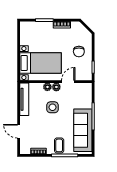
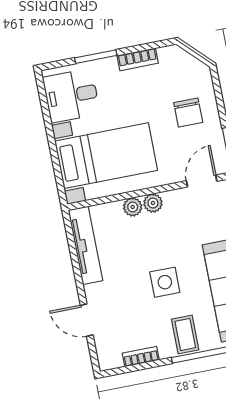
desk: (31, 35) -> (71, 96), added
door: (68, 82) -> (202, 181), moved
side table: (53, 107) -> (165, 282), moved

